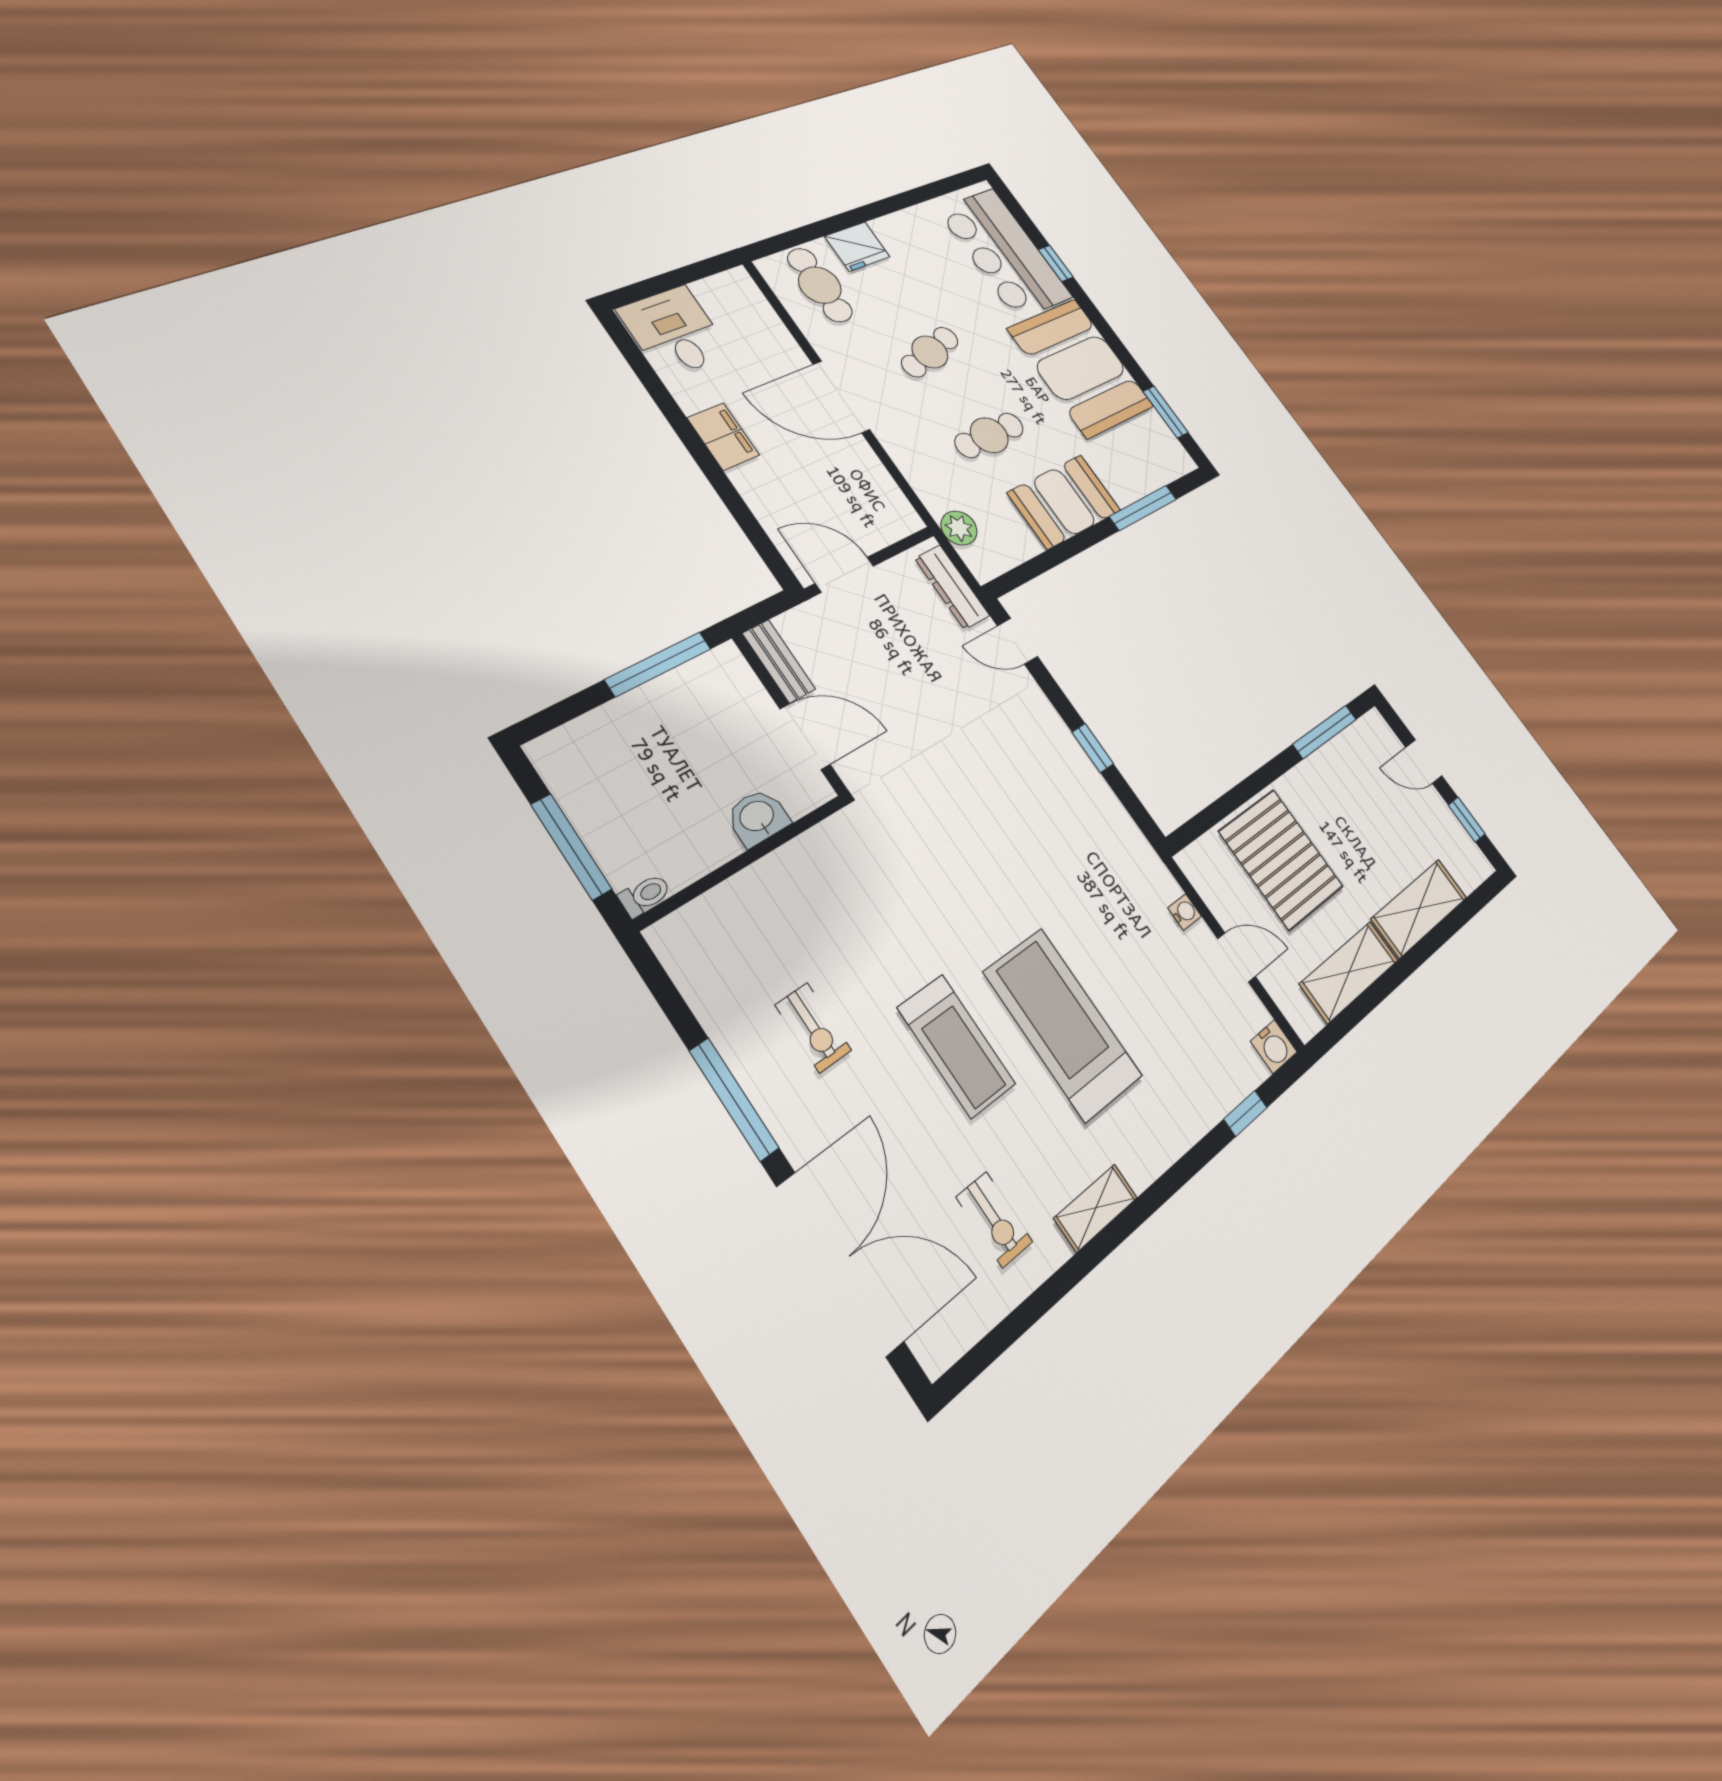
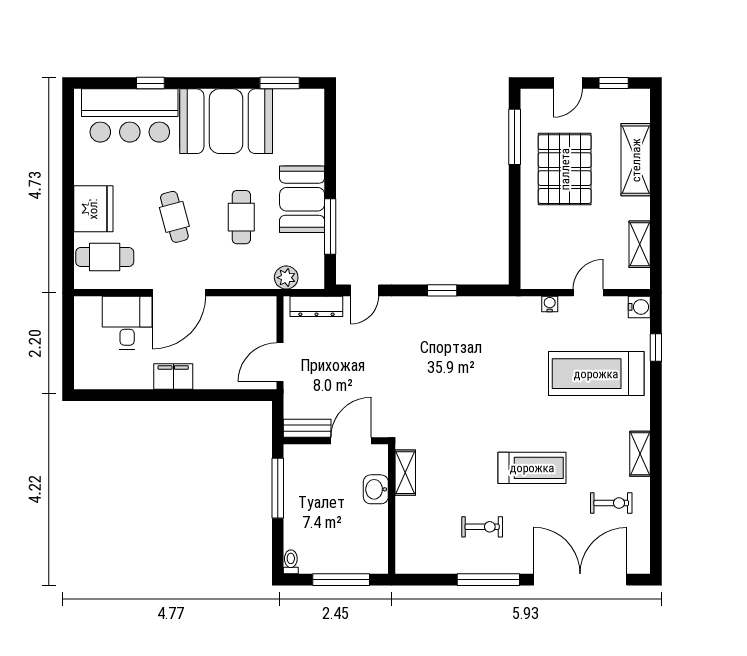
fridge: (857, 247) -> (93, 209), width x1.36, depth x1.34
desk: (674, 332) -> (127, 323), moved, turned 90
window: (1143, 508) -> (330, 227), moved
shelving: (814, 848) -> (405, 473), added
pallet: (1281, 859) -> (565, 169), moved, turned 90
toilet: (645, 895) -> (291, 562), moved
shelving: (1349, 972) -> (640, 244), width x0.67, depth x0.75
treadmill: (1063, 1024) -> (596, 374), moved

